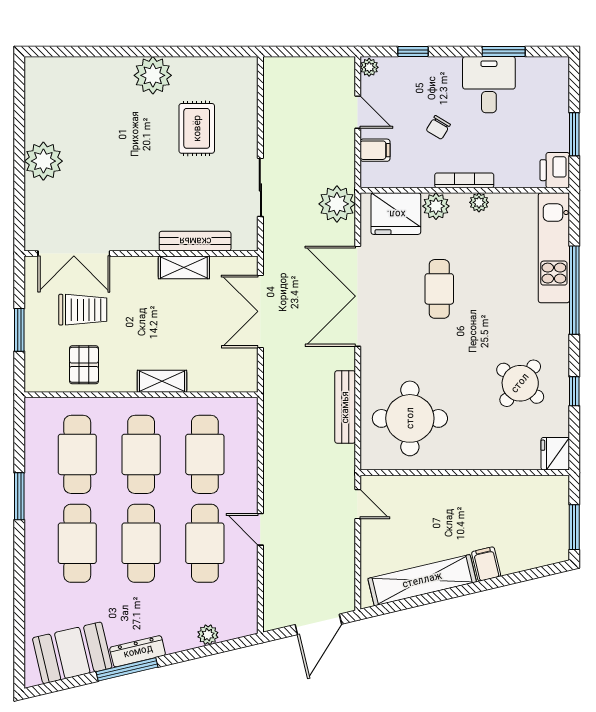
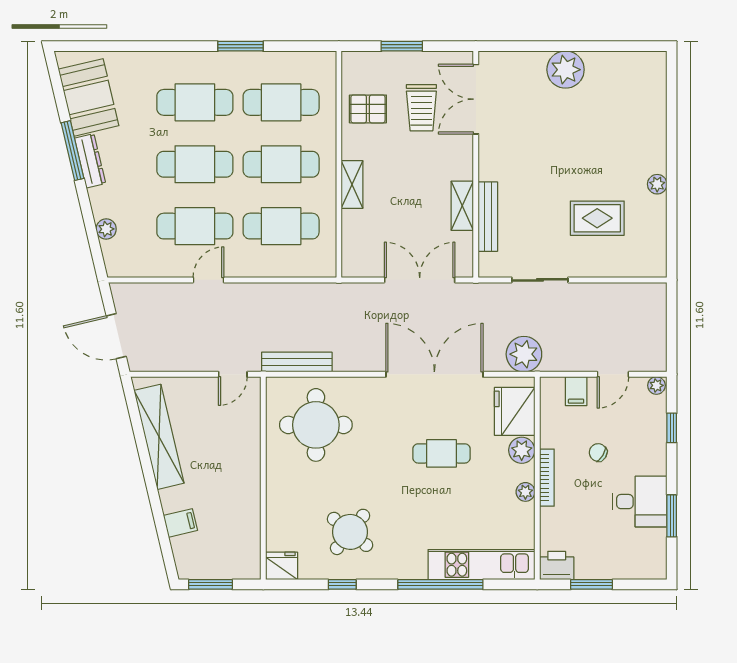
plant: (153, 75) -> (657, 184), width x0.53, depth x0.53
bench: (345, 407) -> (297, 362), moved
filing cabinet: (486, 564) -> (180, 523), moved

